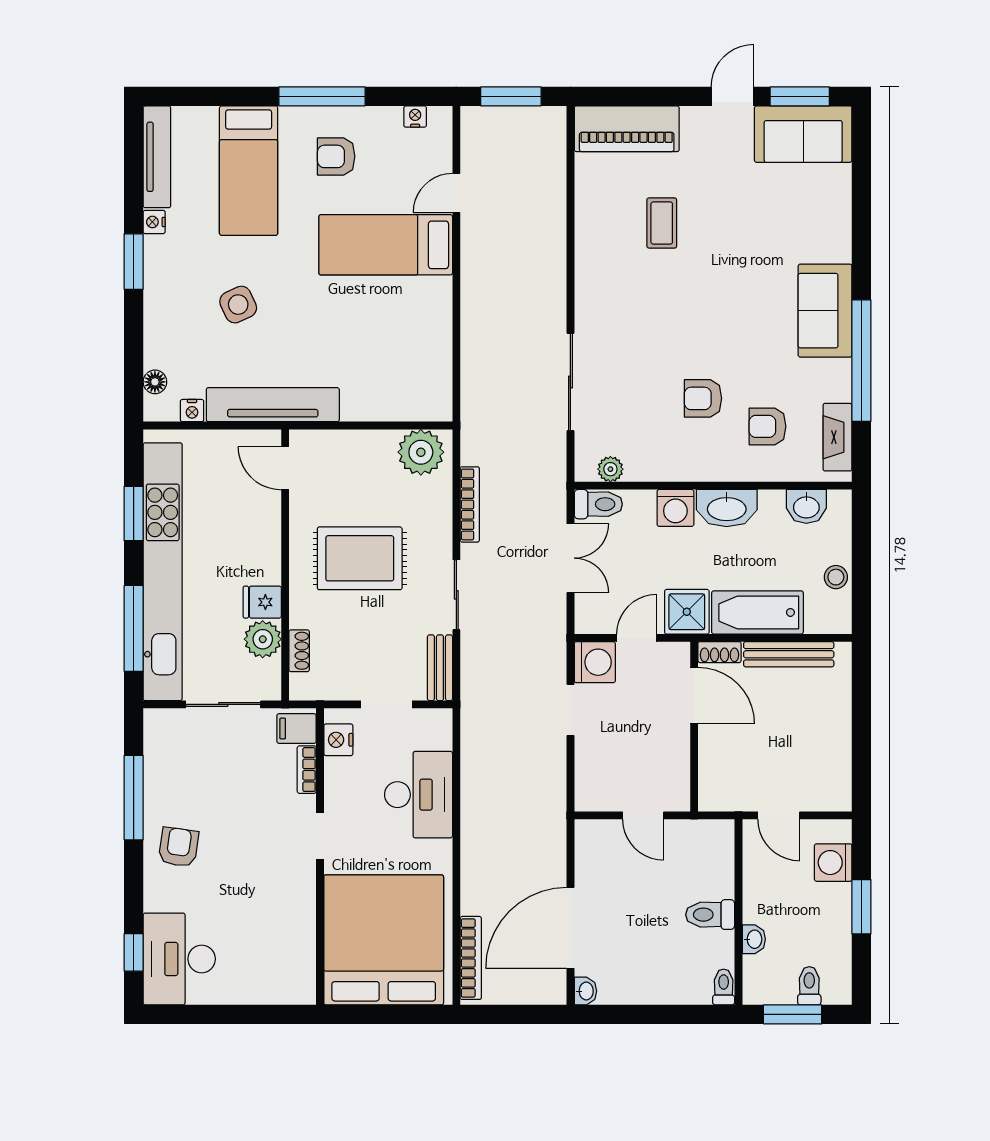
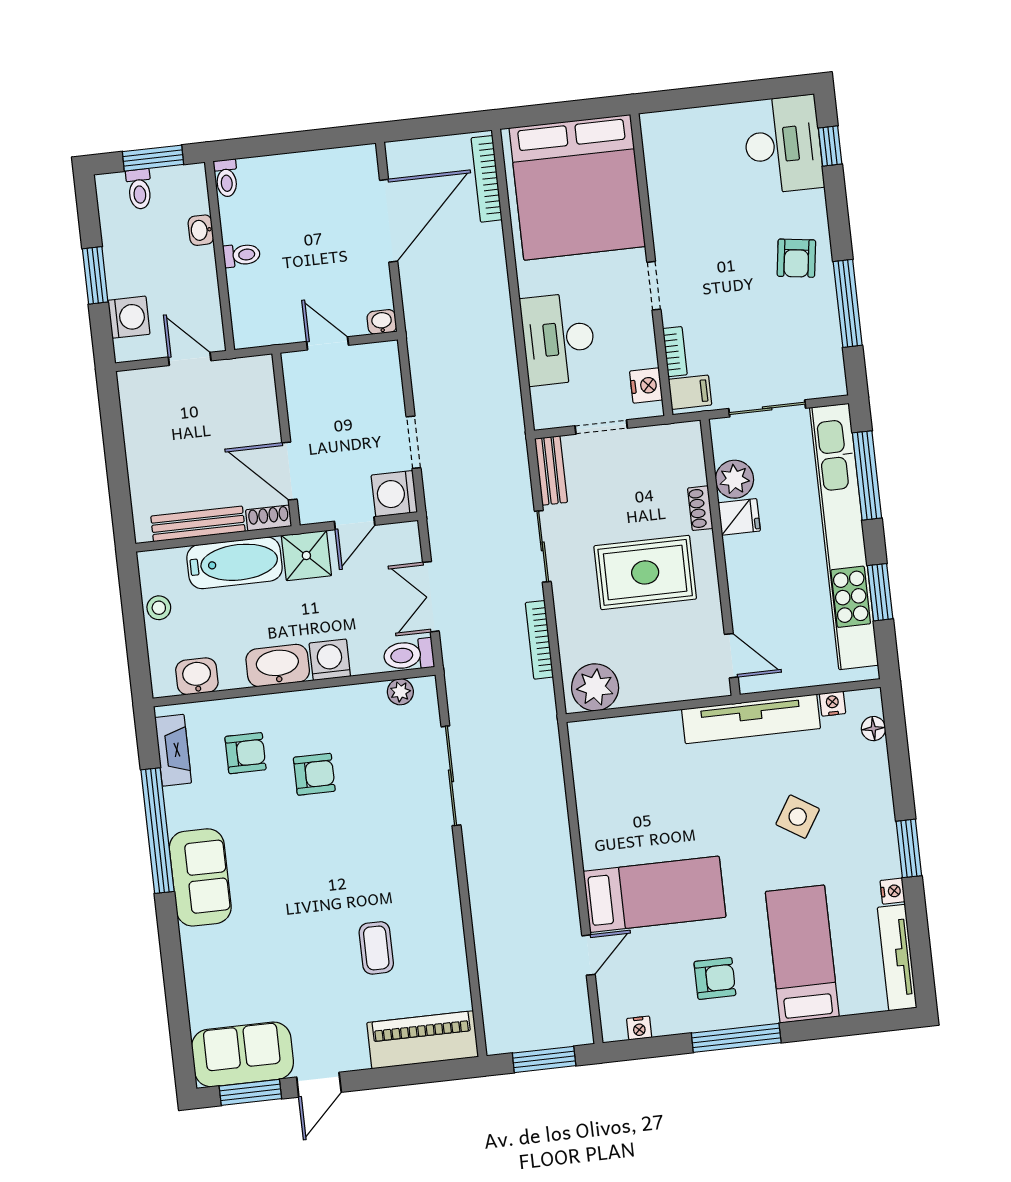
side table: (238, 305) -> (798, 817), turned -33
shoe rack: (299, 651) -> (700, 508), moved
toilet: (710, 915) -> (242, 255), width x0.73, depth x0.72
washbasin: (585, 991) -> (382, 322), moved, turned 90

